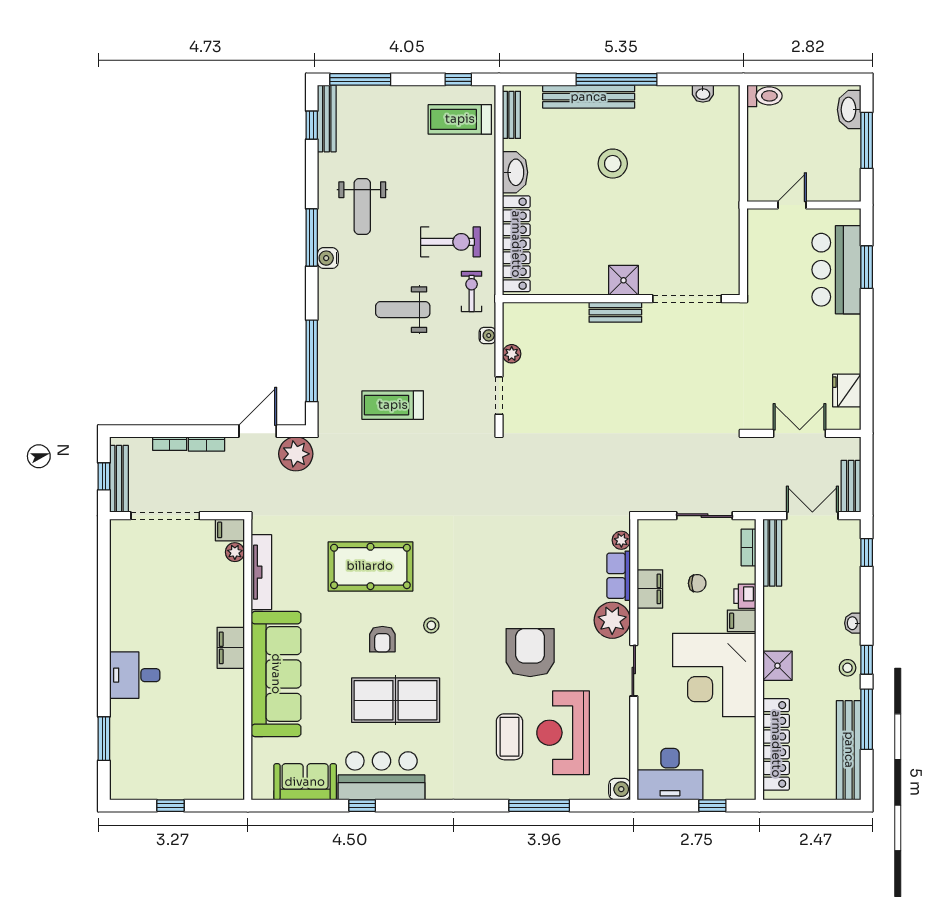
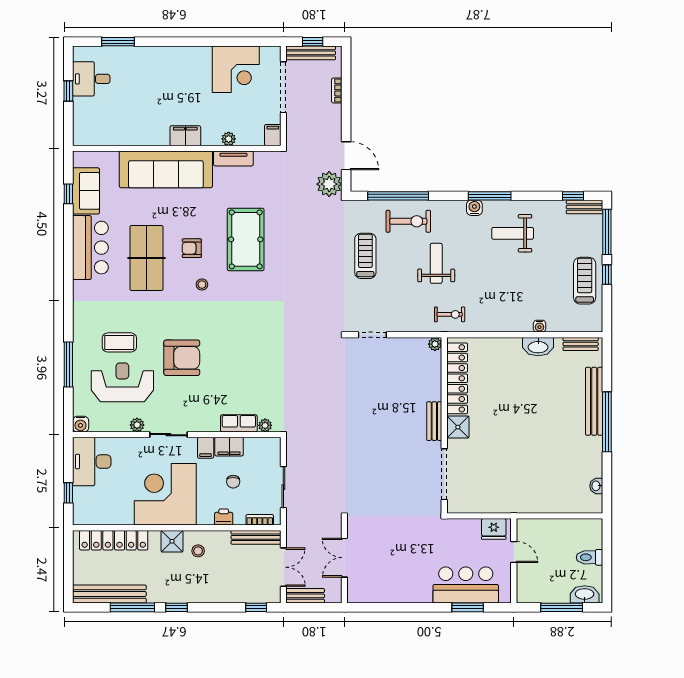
window: (458, 79) -> (607, 275), moved
toilet: (764, 96) -> (590, 557), moved, turned 90
bench: (327, 118) -> (585, 207), width x0.73
treadmill: (460, 119) -> (585, 281), moved
stool: (613, 164) -> (544, 419), removed
exercise bike: (451, 242) -> (408, 221), moved, turned -90
locker: (516, 244) -> (457, 378), moved, turned -90
water cooler: (487, 335) -> (540, 326), moved
plant: (512, 354) -> (435, 344), moved
fridge: (847, 391) -> (494, 529), moved, turned 180
double door: (800, 433) -> (344, 558), swing flipped
bookcase: (207, 444) -> (336, 118), removed
plant: (235, 552) -> (229, 139), moved
tv unit: (261, 572) -> (233, 158), width x0.71
corner desk: (141, 580) -> (236, 69), added
plant: (612, 620) -> (137, 425), moved, width x0.53, depth x0.53
filing cabinet: (742, 621) -> (206, 448), moved, turned 180
washbasin: (853, 623) -> (204, 597), removed
stool: (848, 668) -> (198, 551), moved
desk: (135, 675) -> (91, 79), moved, turned -90
window: (362, 806) -> (68, 194), moved

